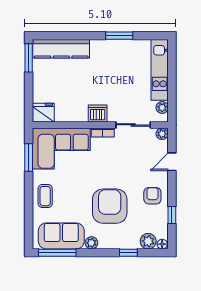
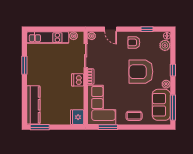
window: (128, 253) -> (173, 70), moved

